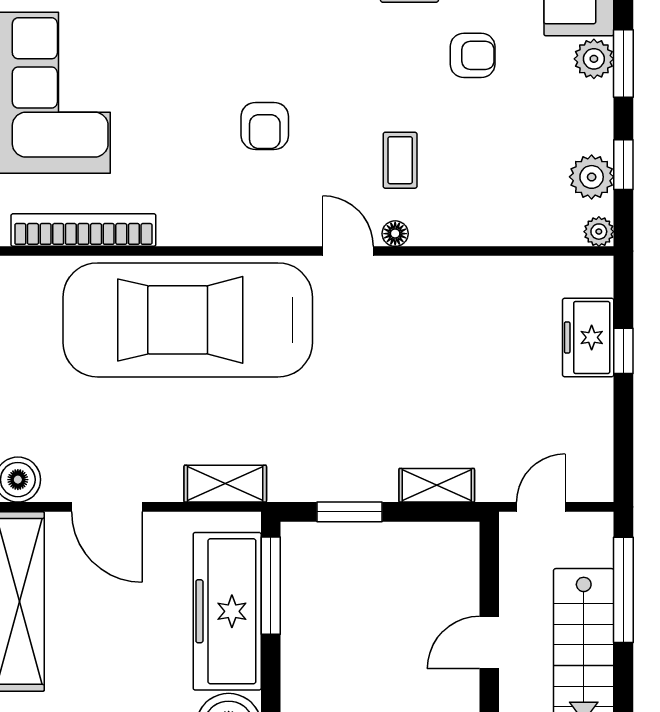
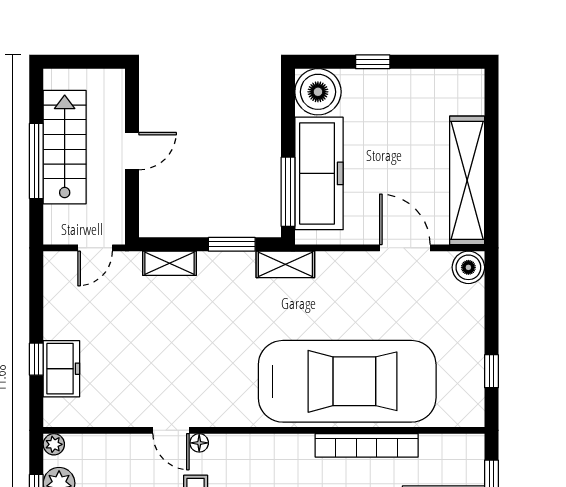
bookcase: (83, 230) -> (367, 445), moved
door: (348, 251) -> (171, 430), moved
shelving: (225, 484) -> (285, 264), moved
window: (623, 590) -> (36, 161), moved

